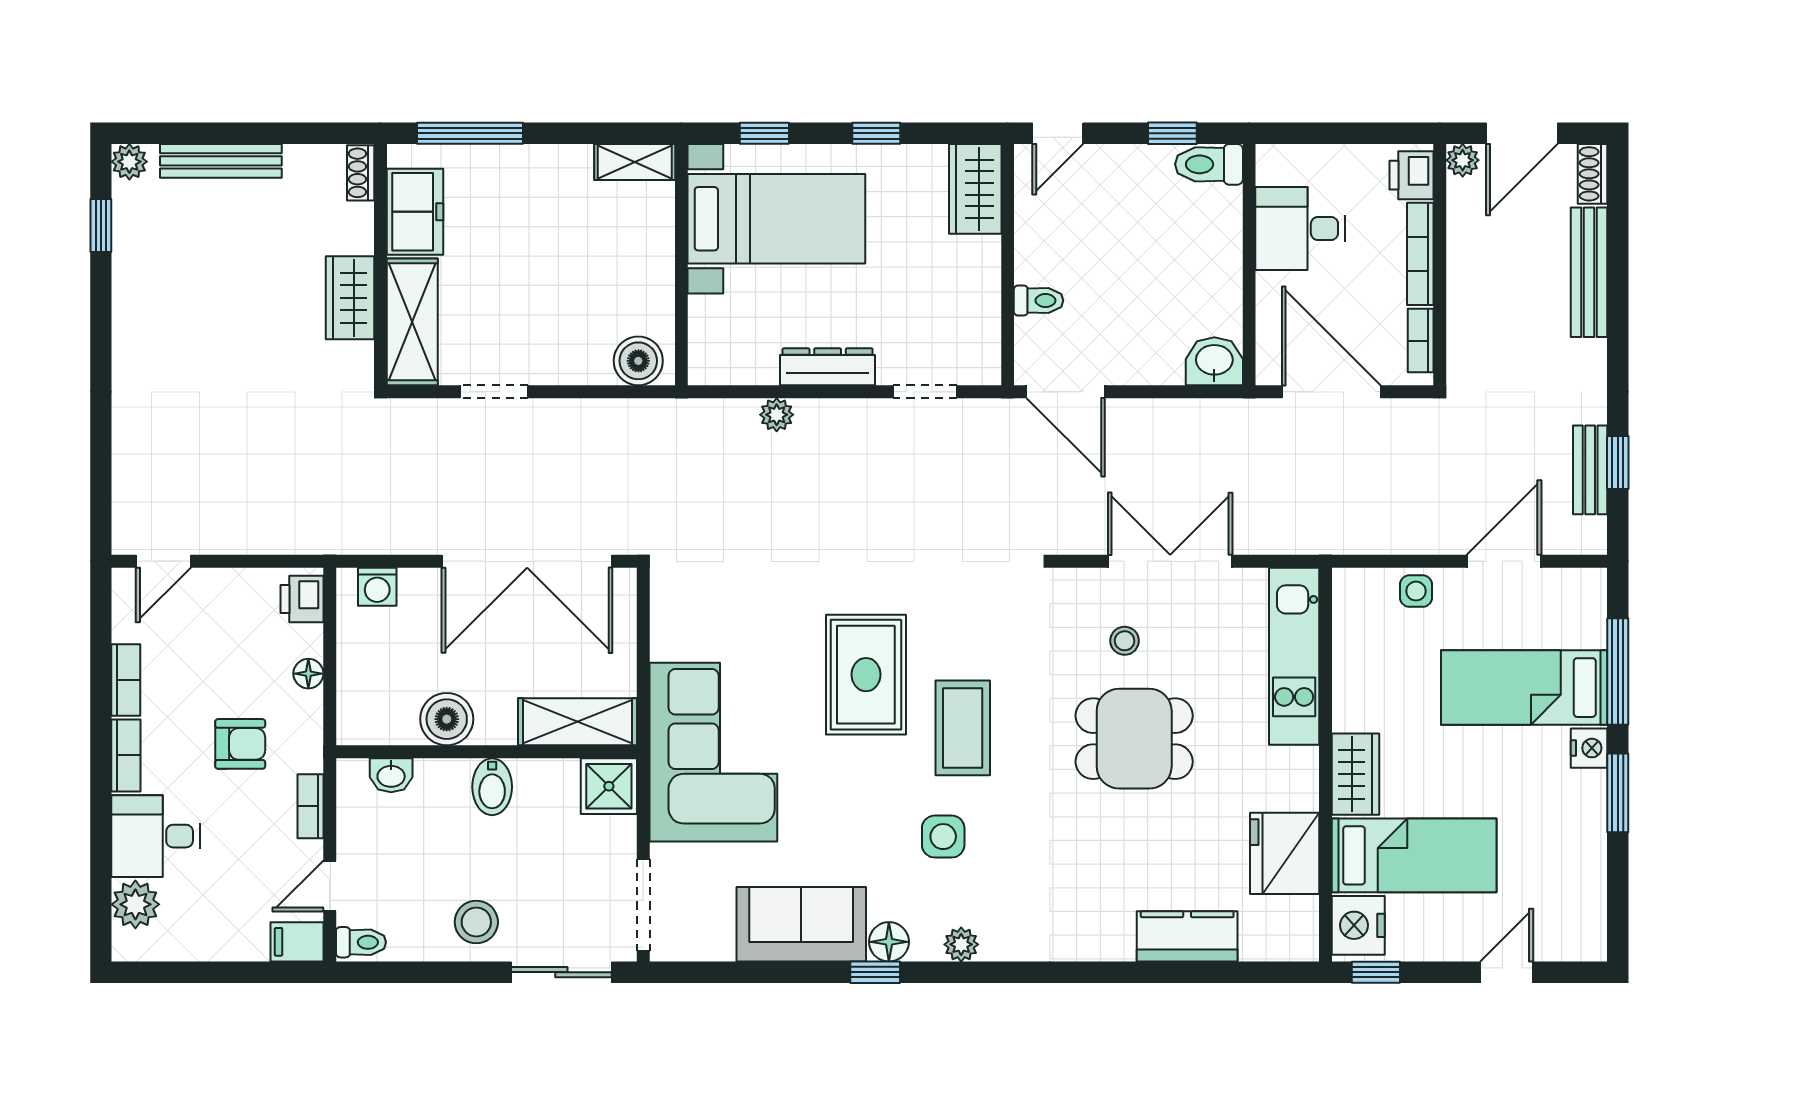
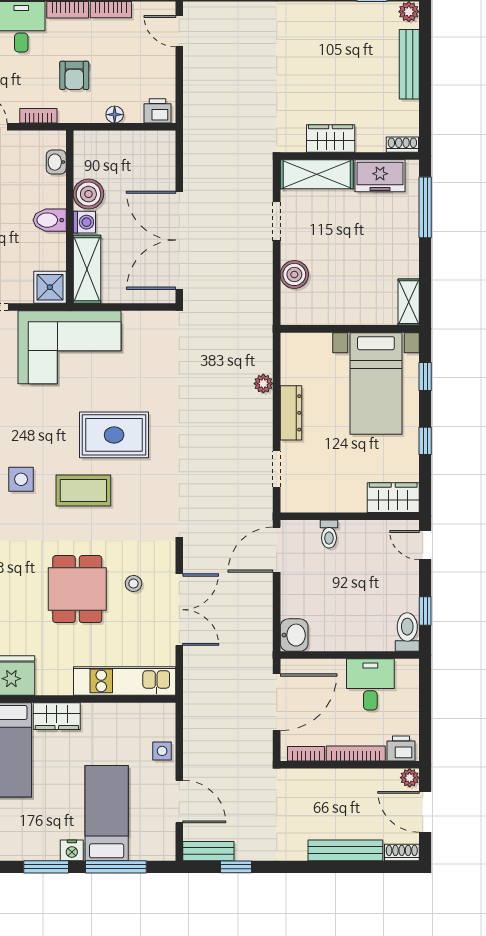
boiler: (638, 361) -> (294, 274), moved
bench: (1590, 470) -> (208, 851), moved
washing machine: (377, 587) -> (84, 222), moved, turned 180

